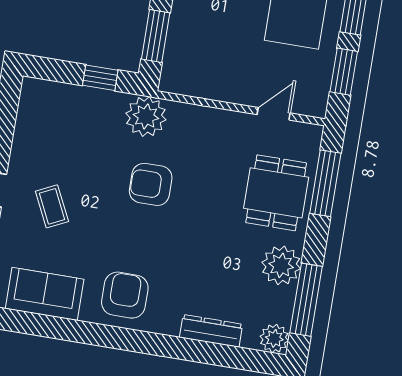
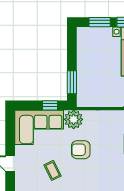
corner sofa: (69, 121) -> (39, 127), added
coffee table: (52, 206) -> (53, 170), moved

